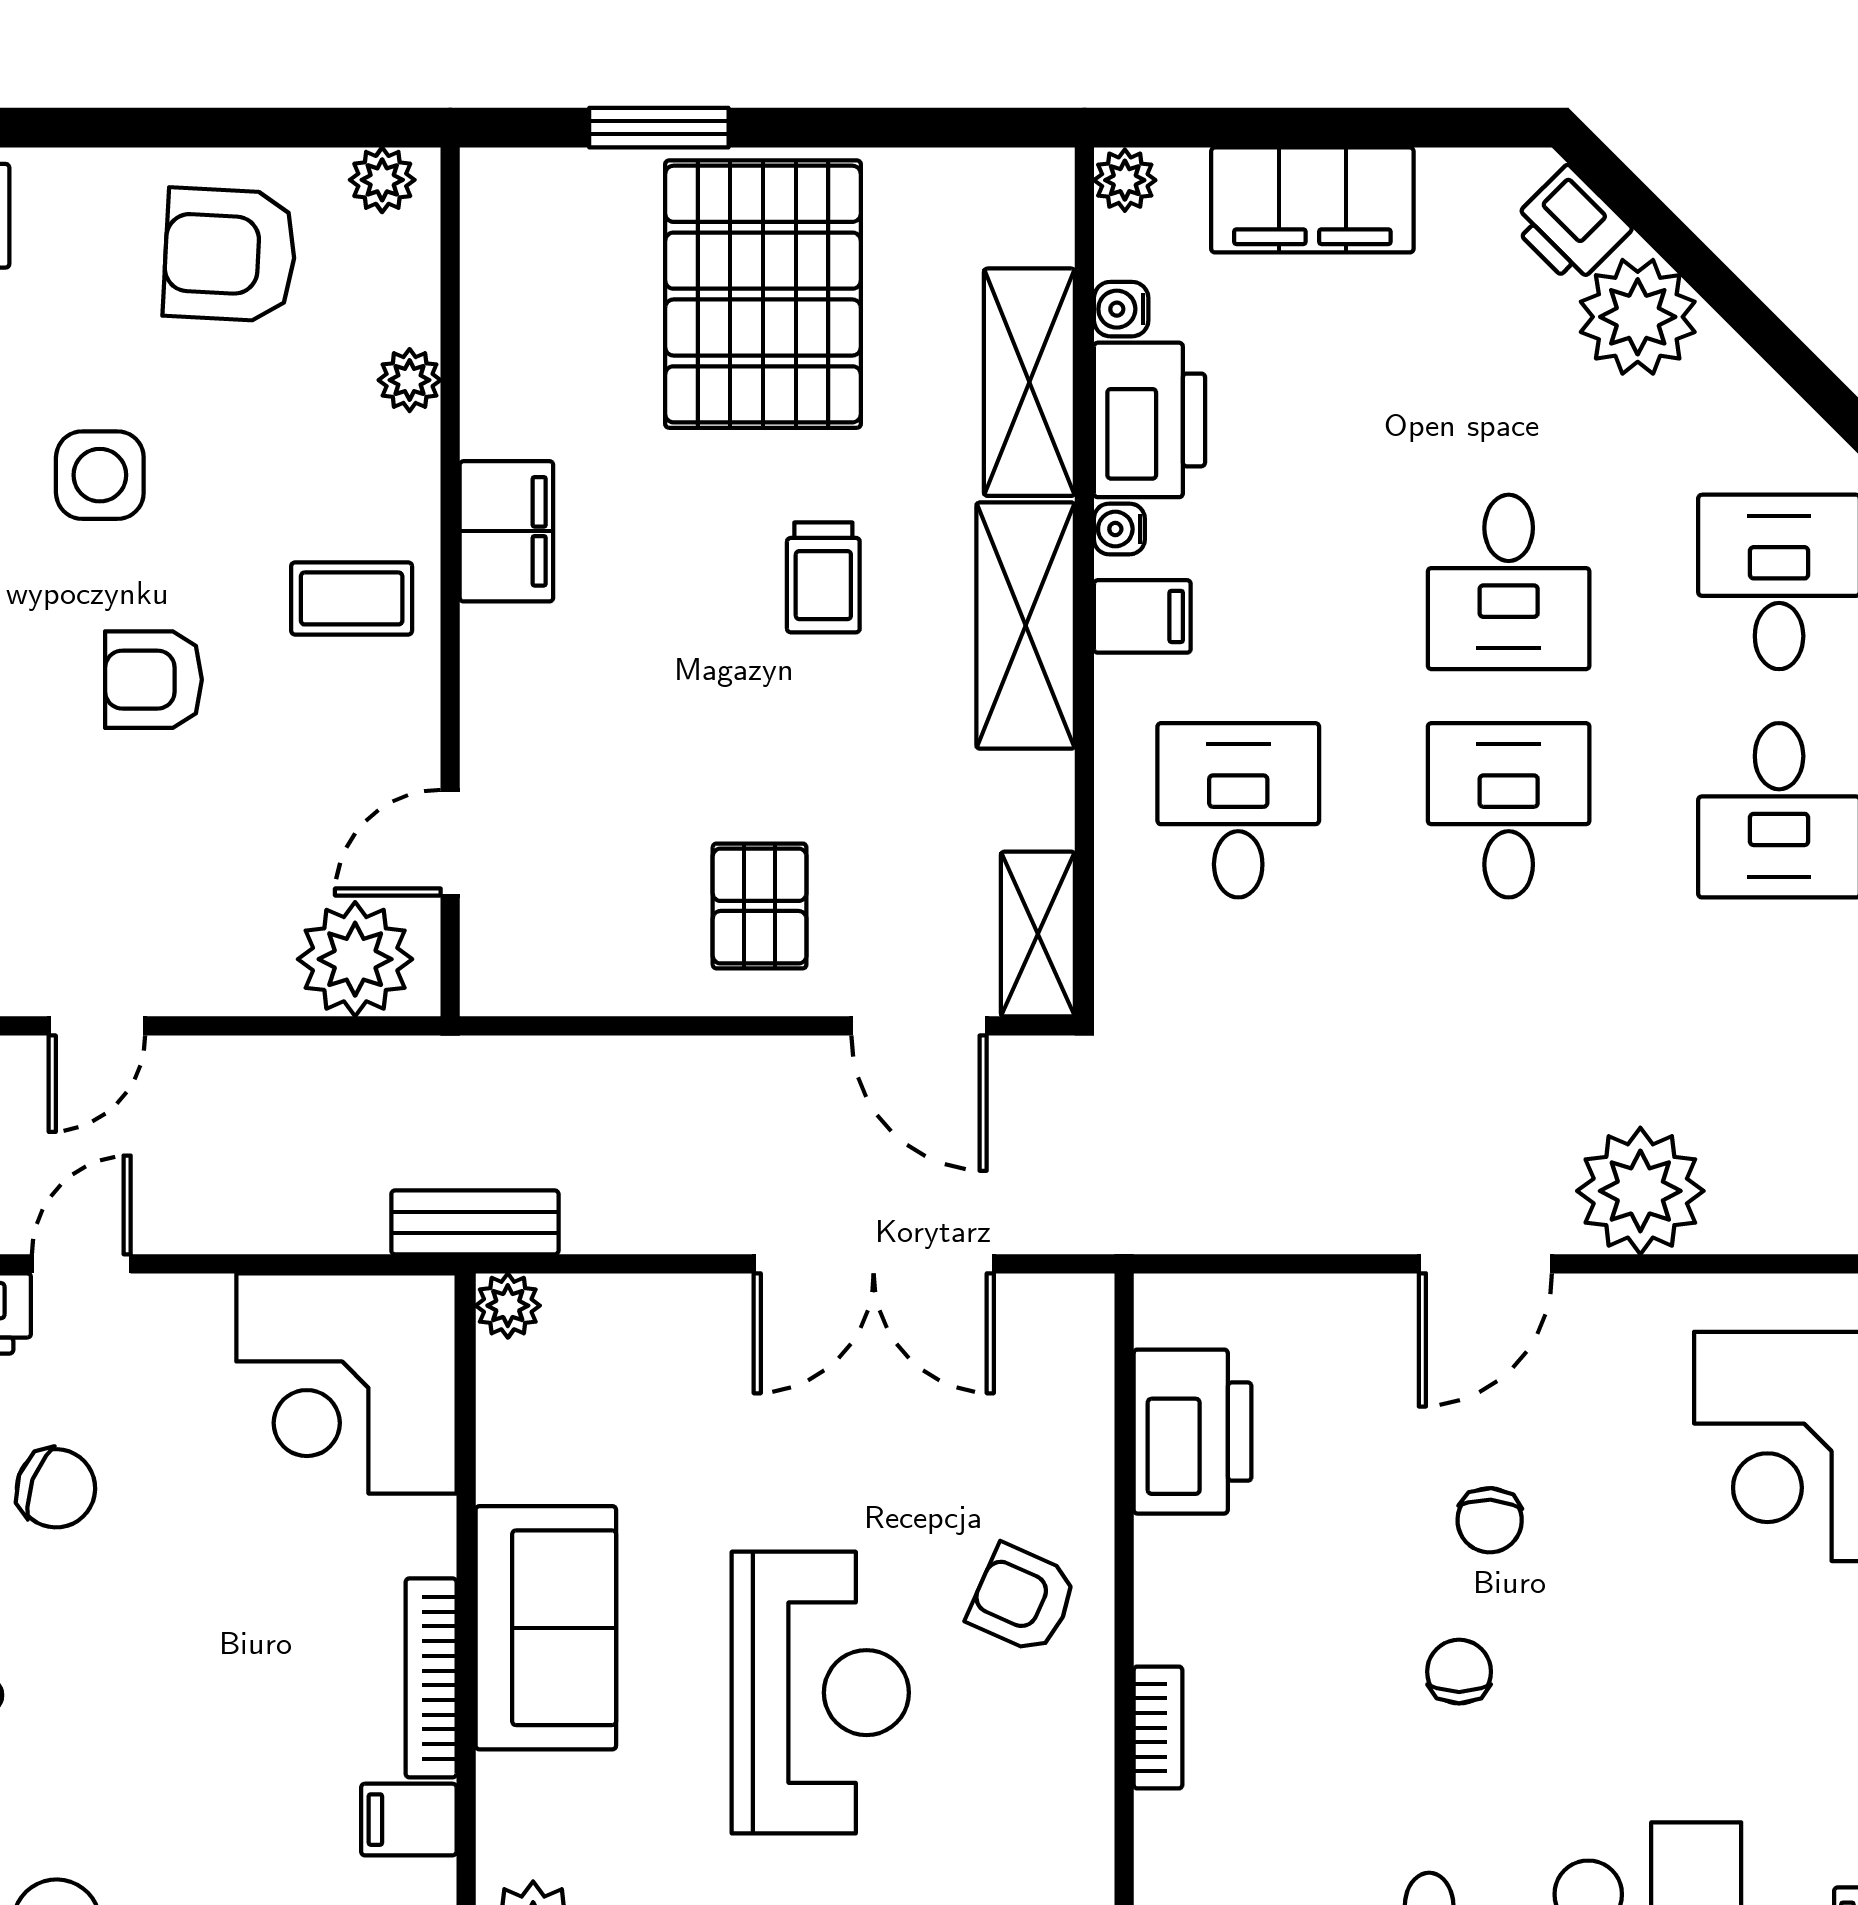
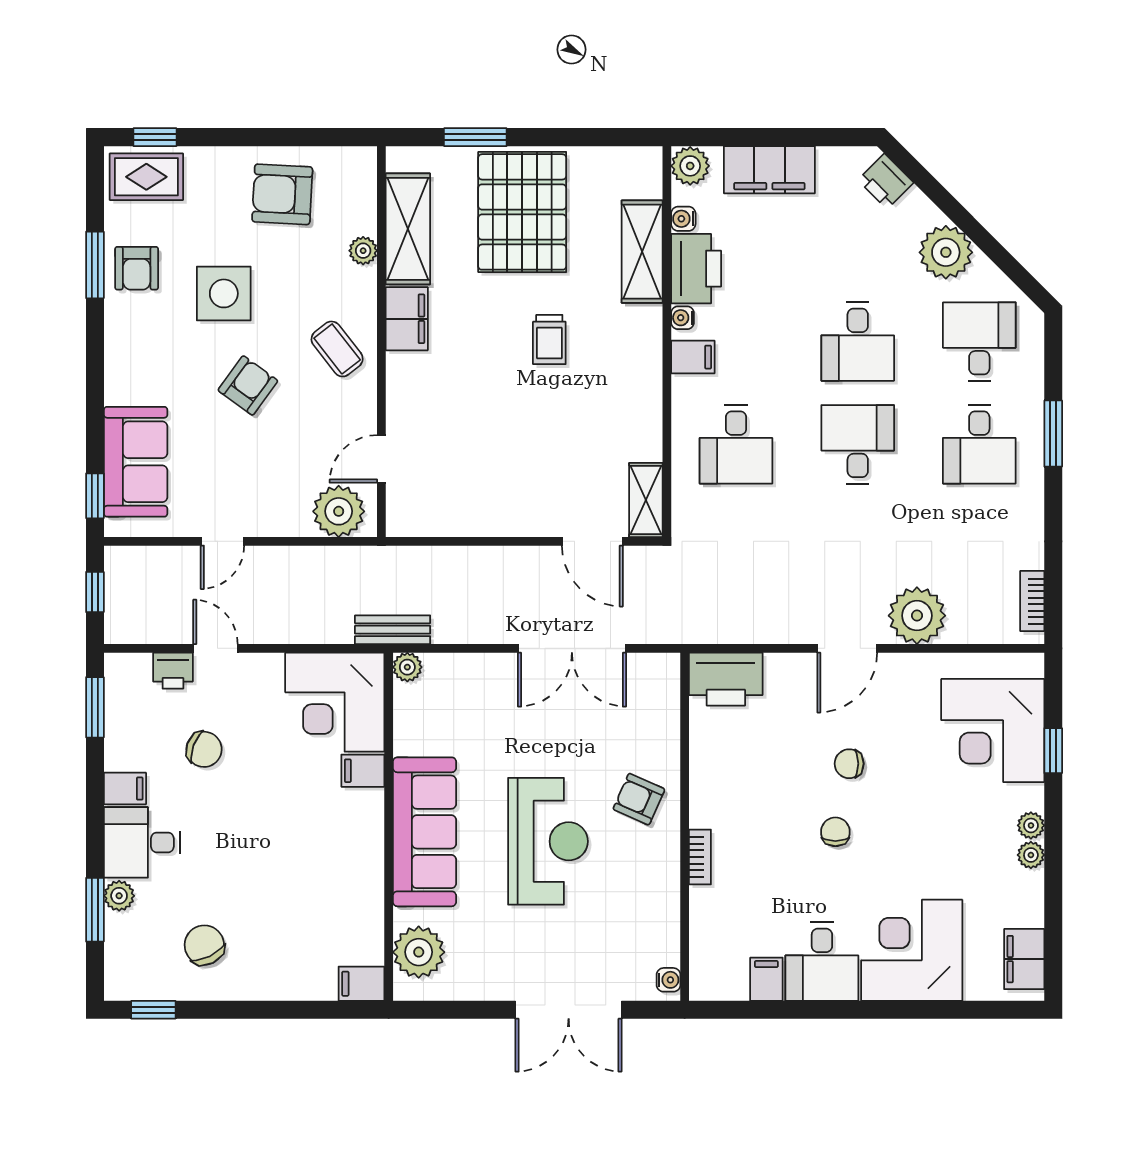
plant: (382, 180) -> (351, 161), removed
plant: (1125, 180) -> (690, 166), width x1.38, depth x1.38
plant: (1638, 317) -> (946, 252), moved
side table: (100, 475) -> (224, 293), width x1.37, depth x1.37
coffee table: (352, 598) -> (337, 349), turned 52
shelving: (1026, 626) -> (408, 229), moved
armchair: (153, 680) -> (248, 385), turned 126
desk: (1238, 810) -> (736, 444), turned 180
pallet: (760, 906) -> (521, 487), removed
door: (81, 1264) -> (215, 648), hinge flipped
printer: (1193, 1432) -> (726, 679), moved, turned 90
chair: (1490, 1520) -> (849, 764), turned 87
sofa: (546, 1628) -> (424, 832), width x1.36
bookcase: (431, 1678) -> (373, 835), removed
filing cabinet: (409, 1820) -> (363, 771), moved

